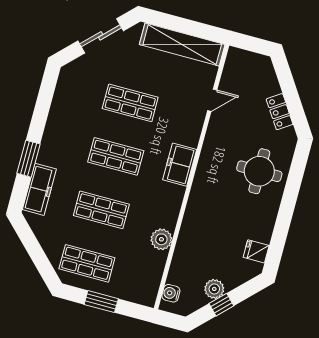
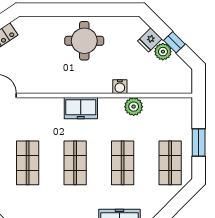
freezer: (180, 165) -> (81, 108), moved
round table: (259, 171) -> (84, 41), moved
fridge: (256, 251) -> (150, 40), moved, turned 45
water cooler: (171, 293) -> (120, 87), moved

